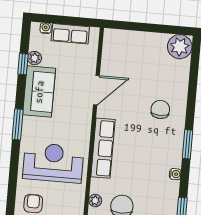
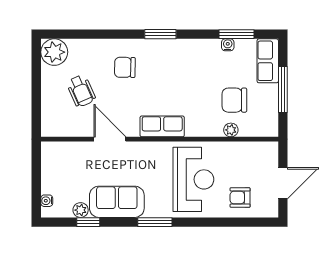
row of seats: (70, 34) -> (51, 173), removed
wheelchair: (142, 68) -> (81, 91), added
row of seats: (103, 148) -> (162, 126), width x0.68
reception desk: (53, 163) -> (193, 179), turned 180
water cooler: (175, 174) -> (228, 45), moved

